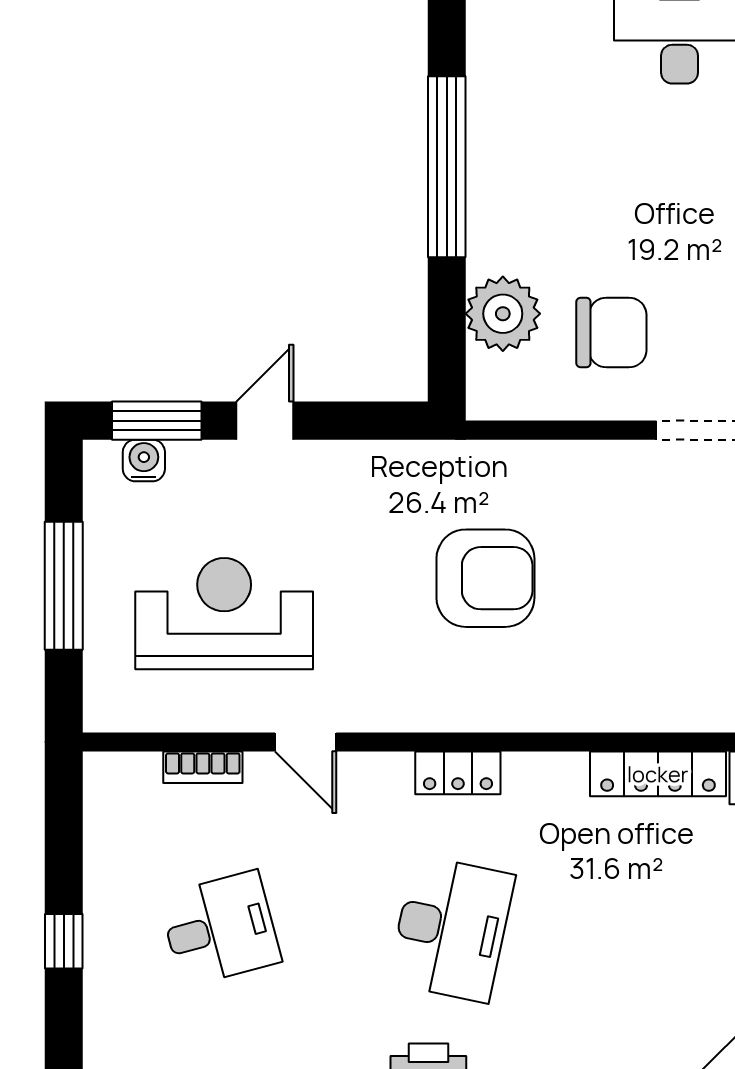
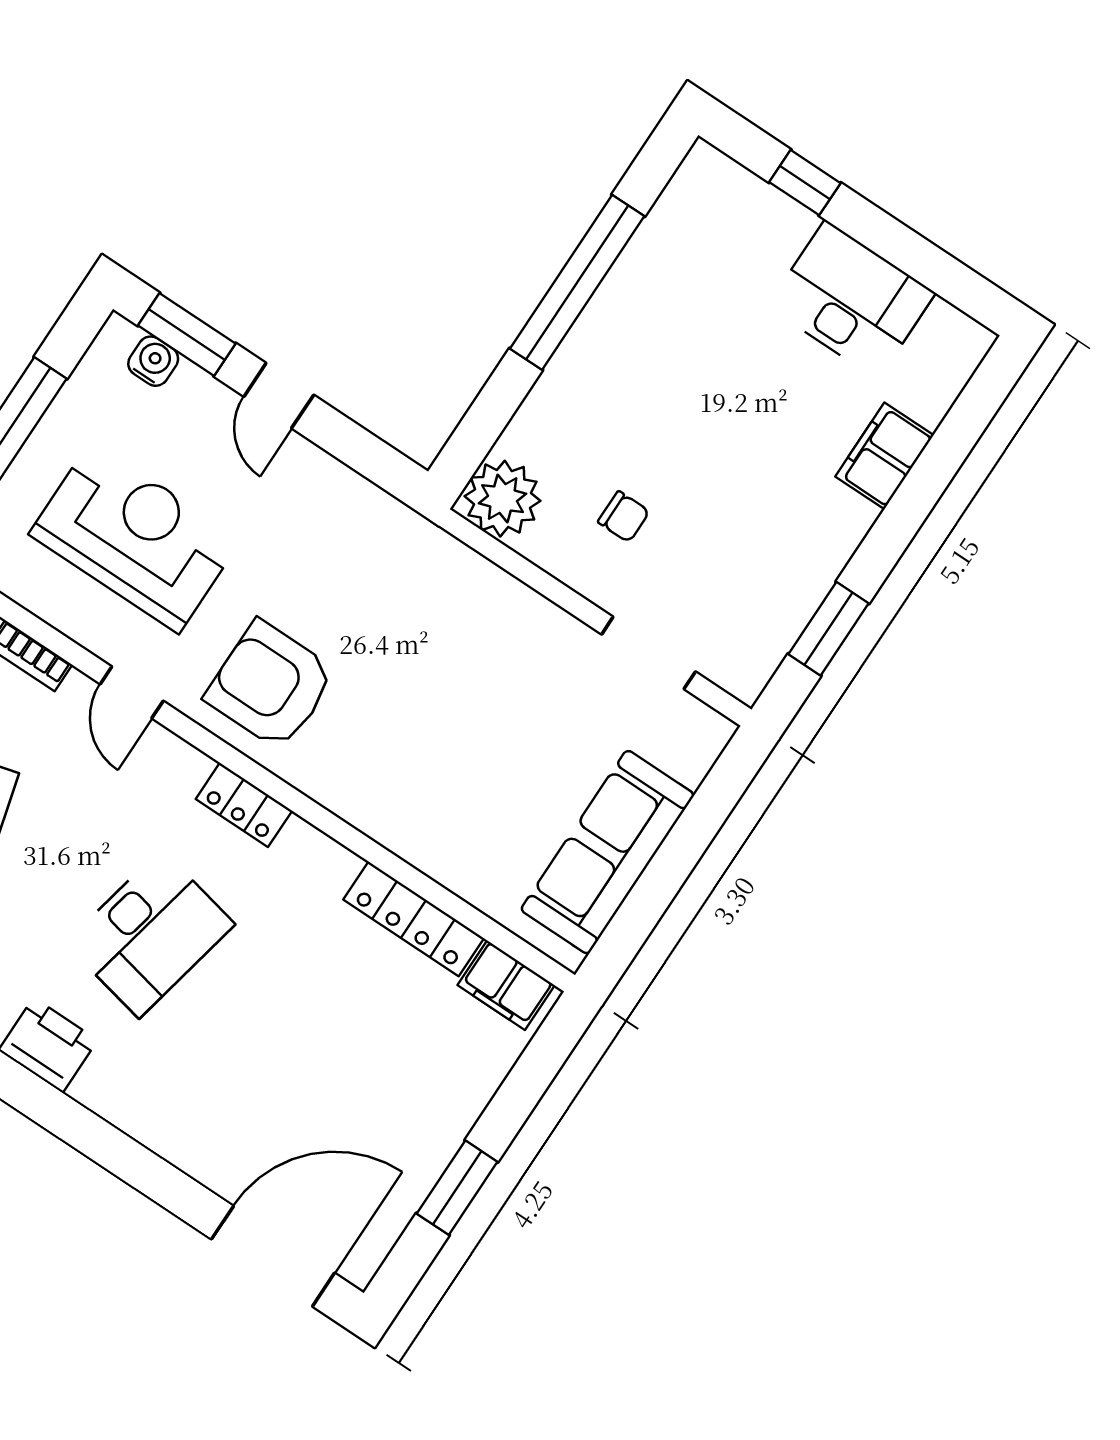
plant: (503, 314) -> (503, 499), moved
chair: (611, 333) -> (624, 517), width x0.54, depth x0.54
door: (265, 421) -> (279, 396), swing flipped
armchair: (485, 578) -> (270, 685), moved, turned 180

